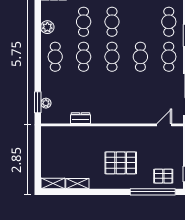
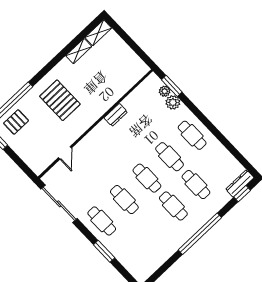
cafe table: (169, 22) -> (128, 249), removed
plant: (47, 27) -> (173, 102), moved
dresser: (80, 118) -> (116, 115), moved
door: (164, 125) -> (65, 153), moved
pallet: (121, 163) -> (60, 100), turned 90

